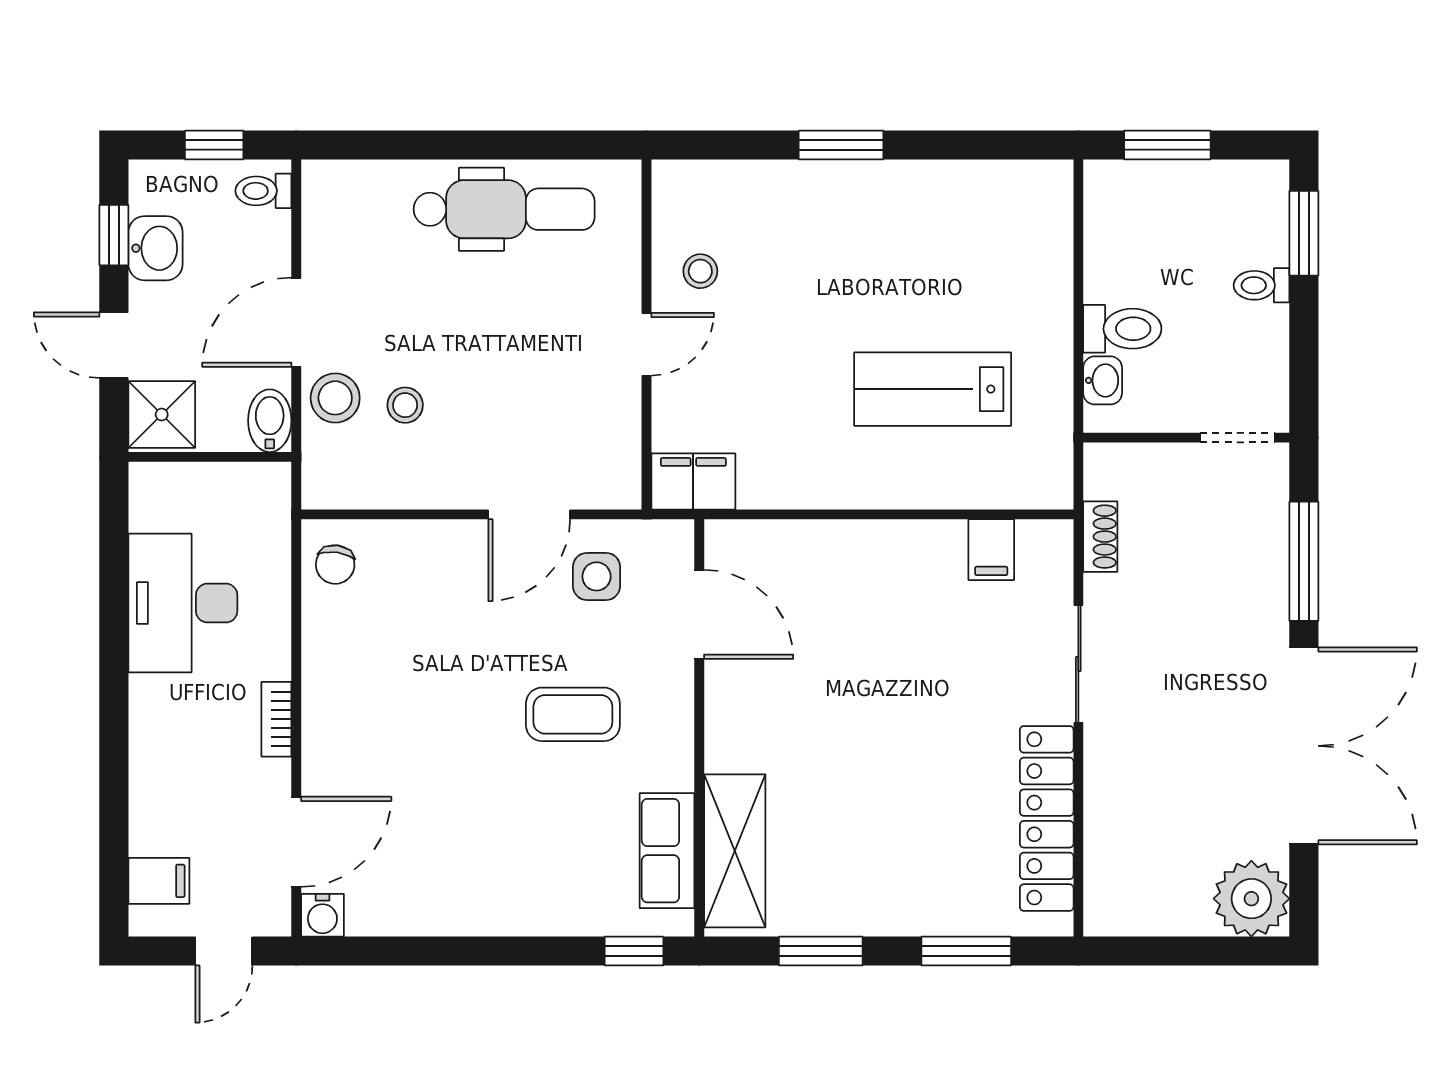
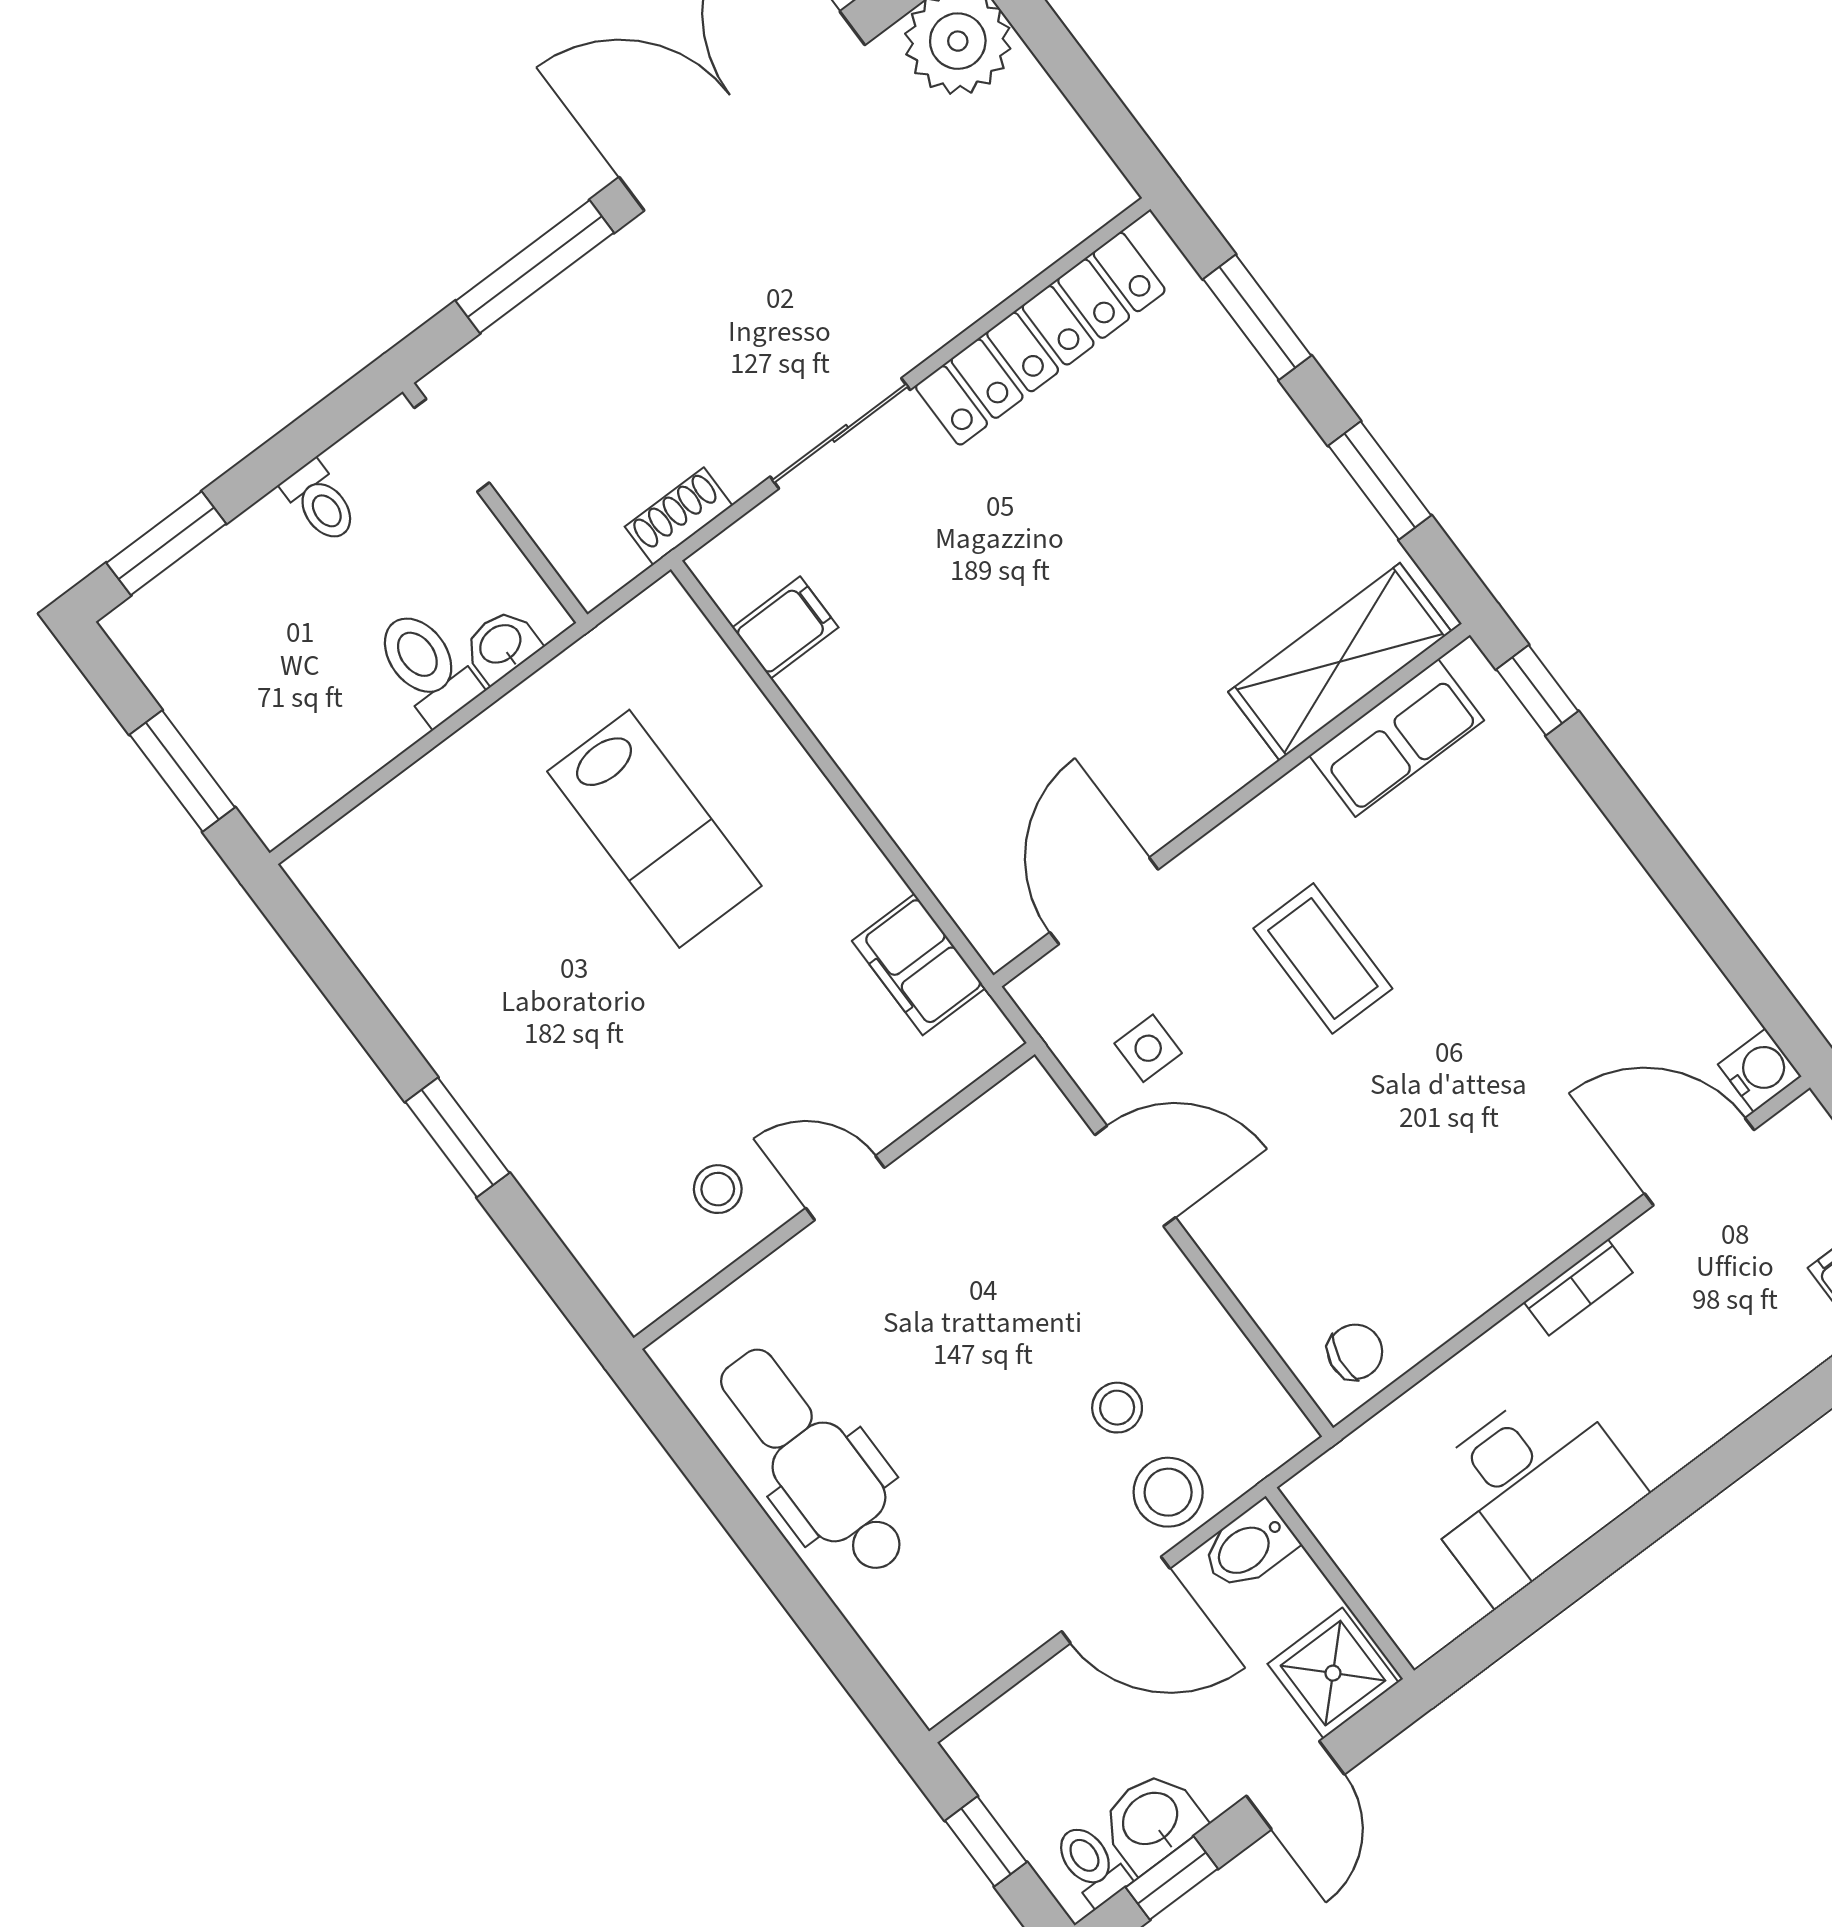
toilet: (263, 191) -> (1091, 1864), moved, turned 180
toilet: (1262, 285) -> (320, 502), moved
filing cabinet: (693, 482) -> (919, 964), moved
side table: (597, 576) -> (1148, 1048), width x0.73, depth x0.73

